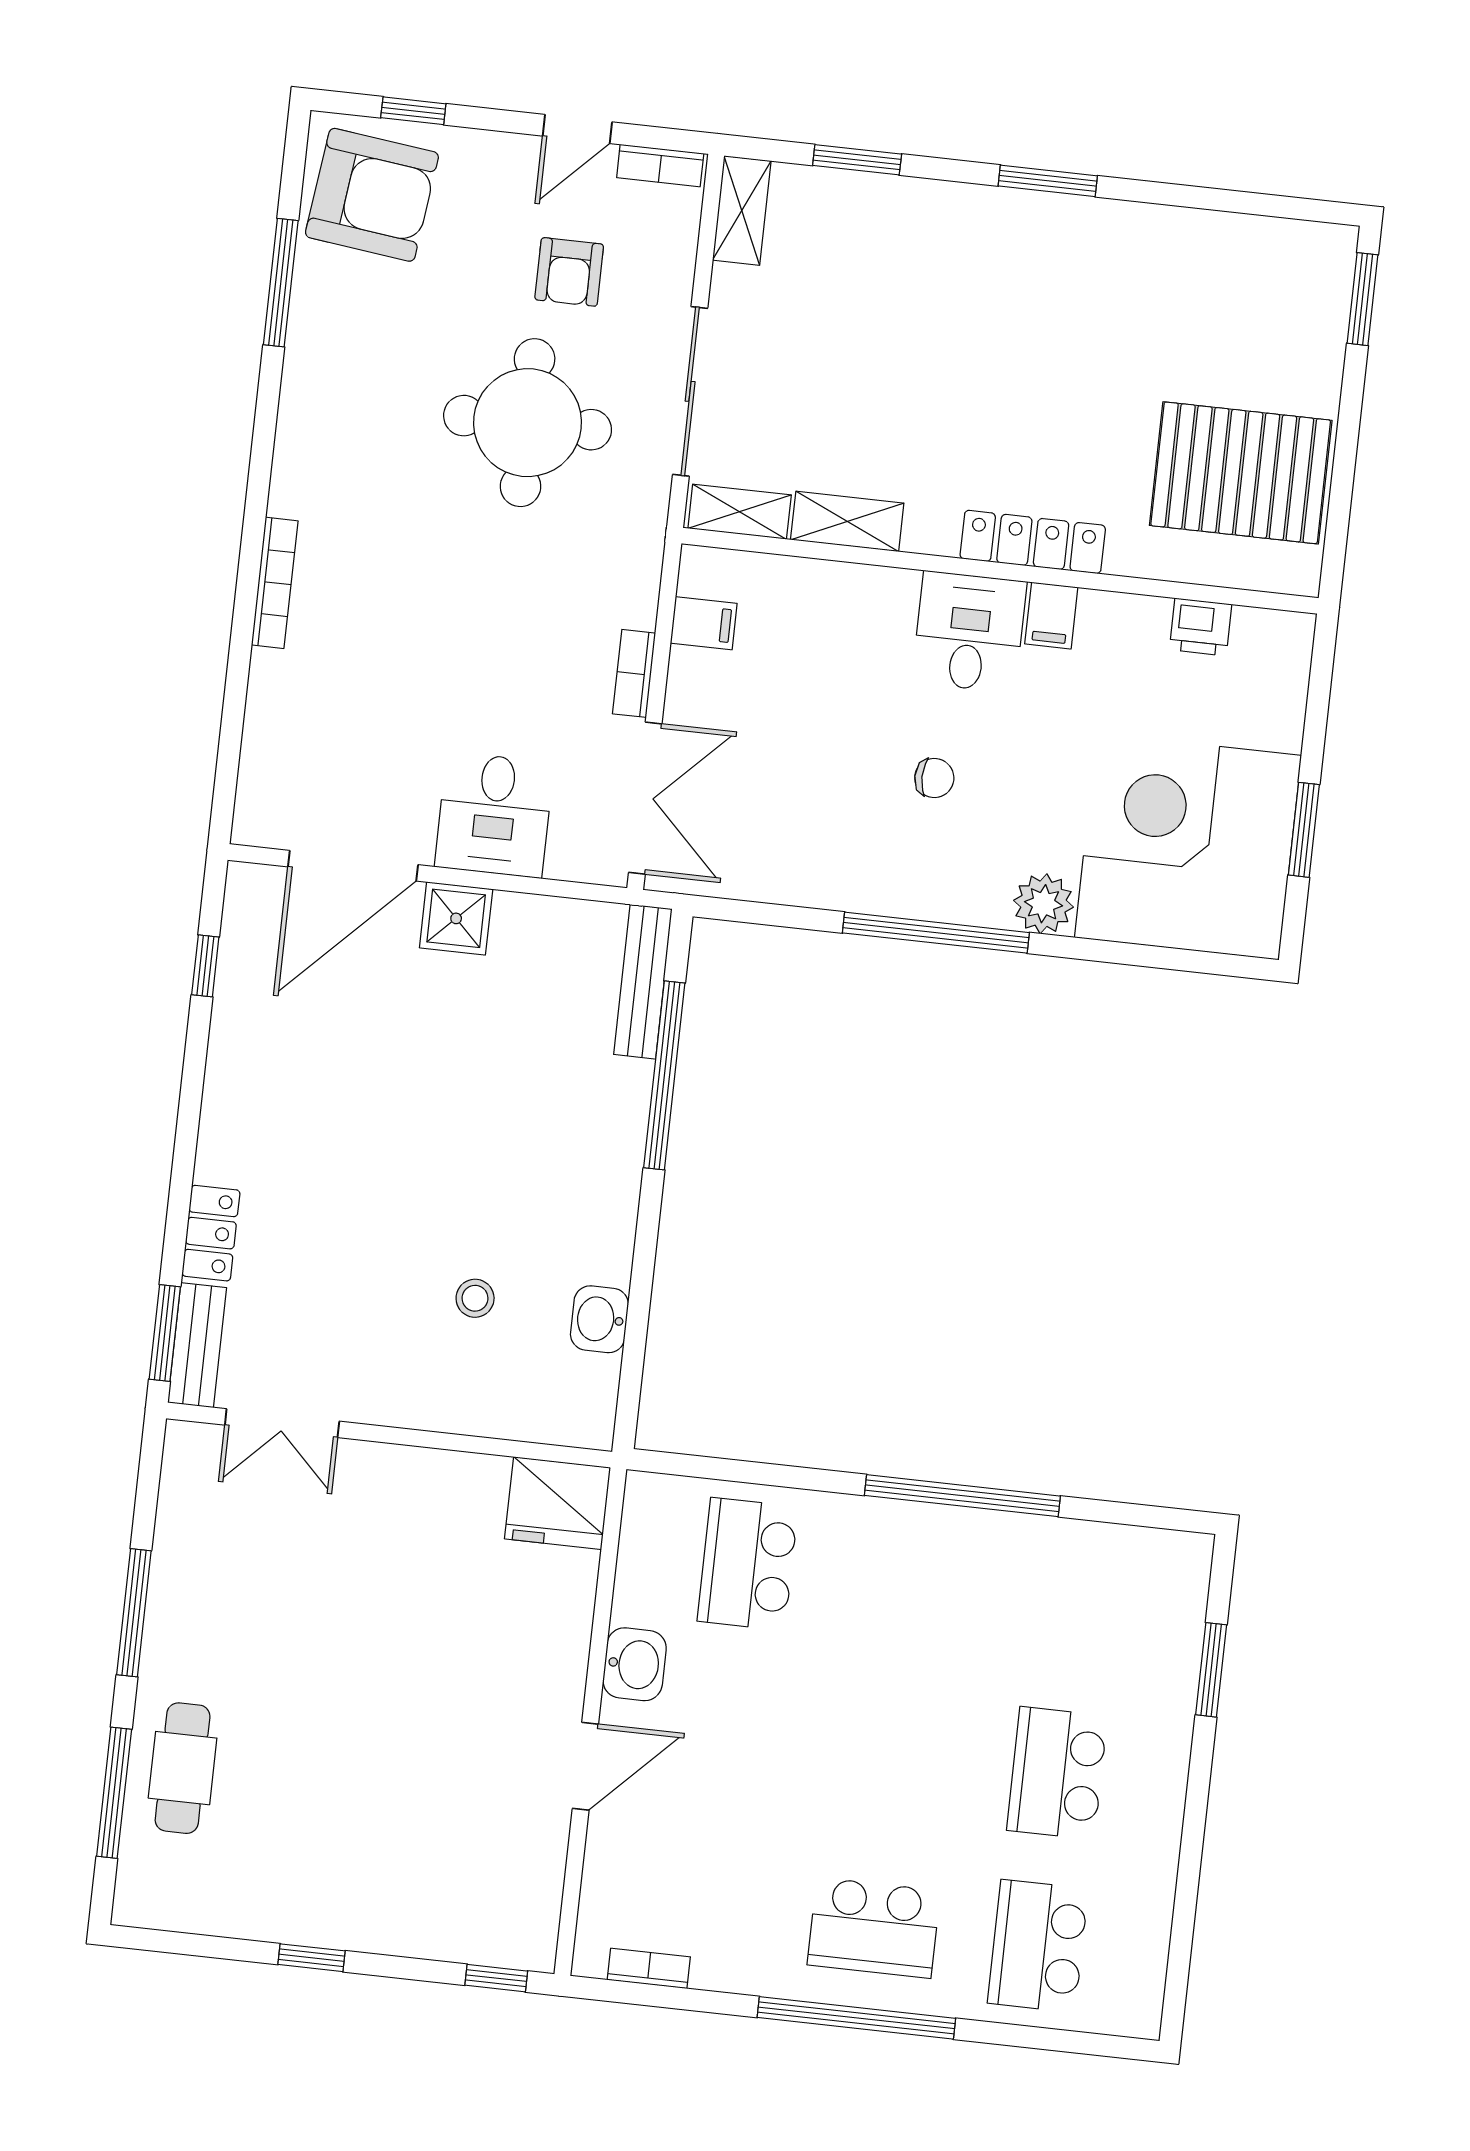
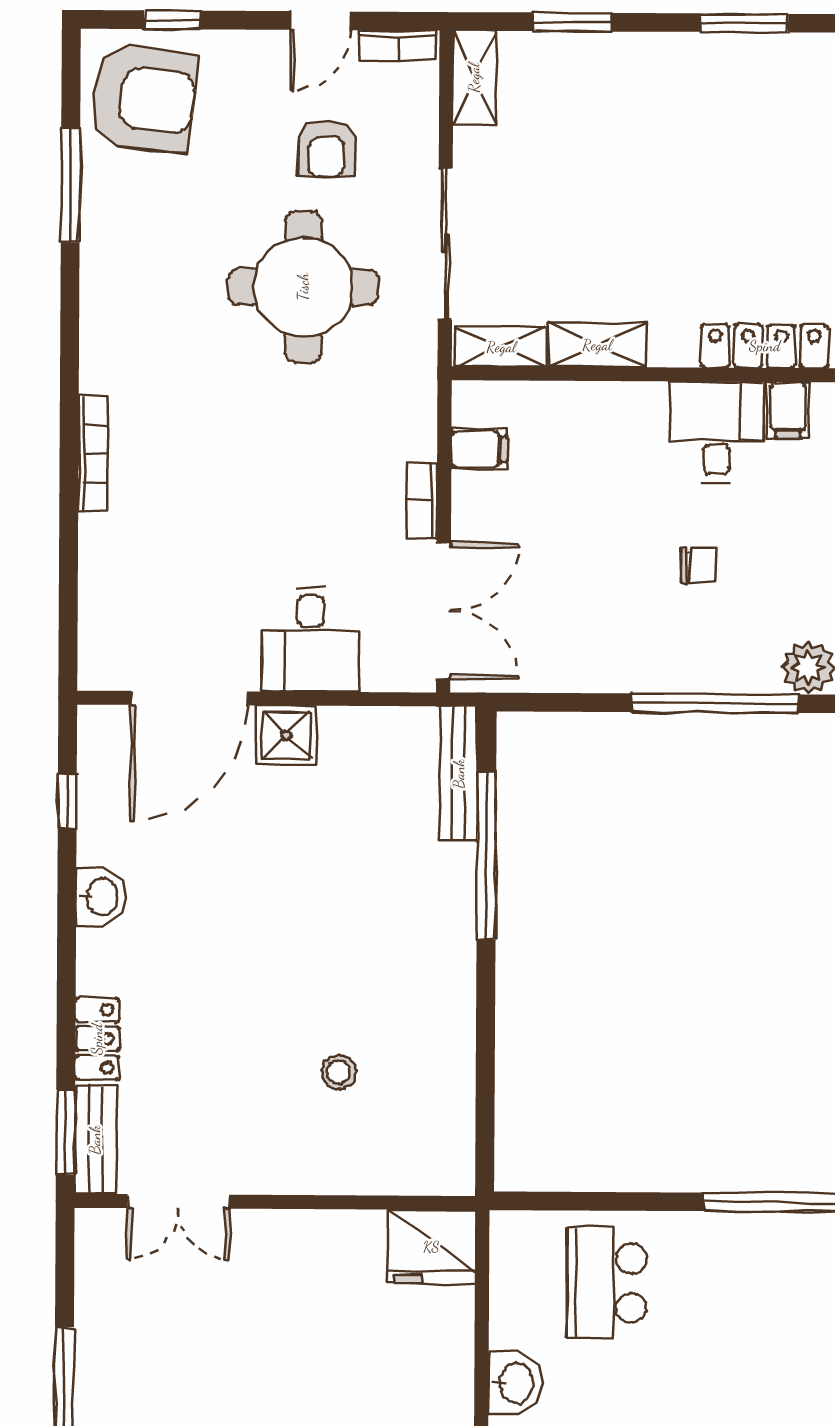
washbasin: (599, 1319) -> (101, 897), moved, turned 180

